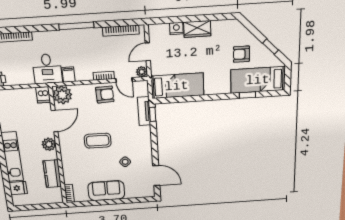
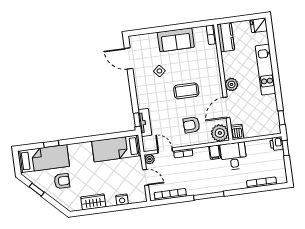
wardrobe: (197, 29) -> (93, 202), moved
door: (148, 52) -> (146, 177), hinge flipped
armchair: (105, 94) -> (192, 125), moved
kitchen counter: (52, 174) -> (226, 37), moved
fridge: (18, 188) -> (259, 25), moved

